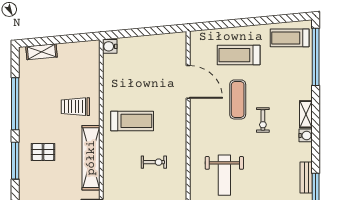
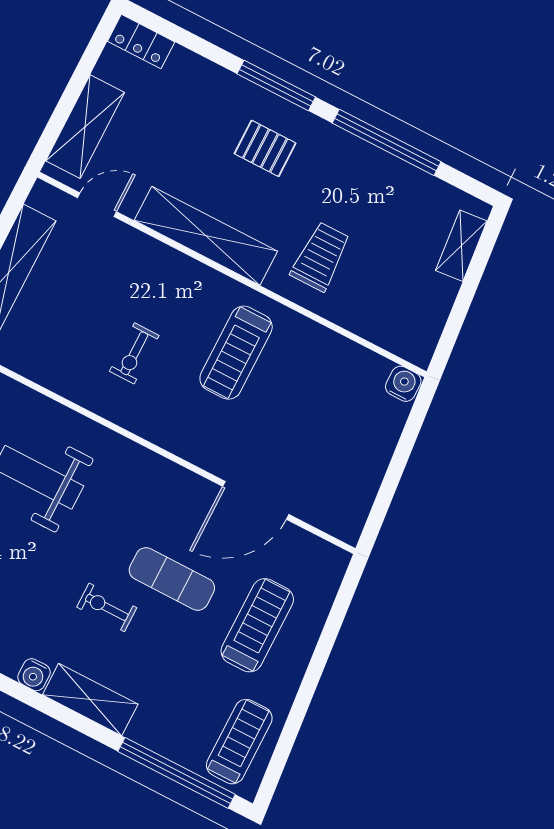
shelving: (306, 114) -> (90, 699), width x1.50, depth x1.33
pallet: (43, 152) -> (265, 148), turned 90

